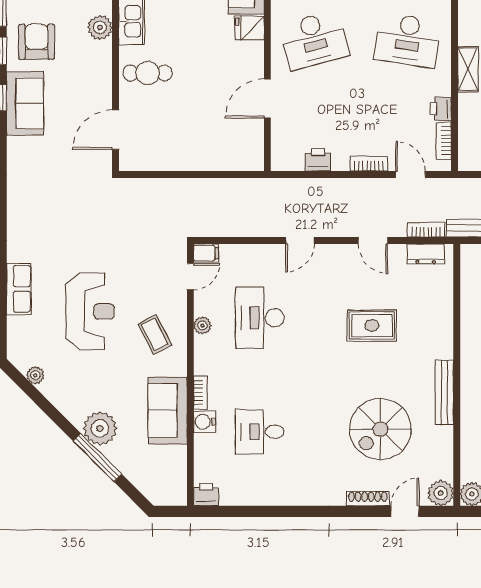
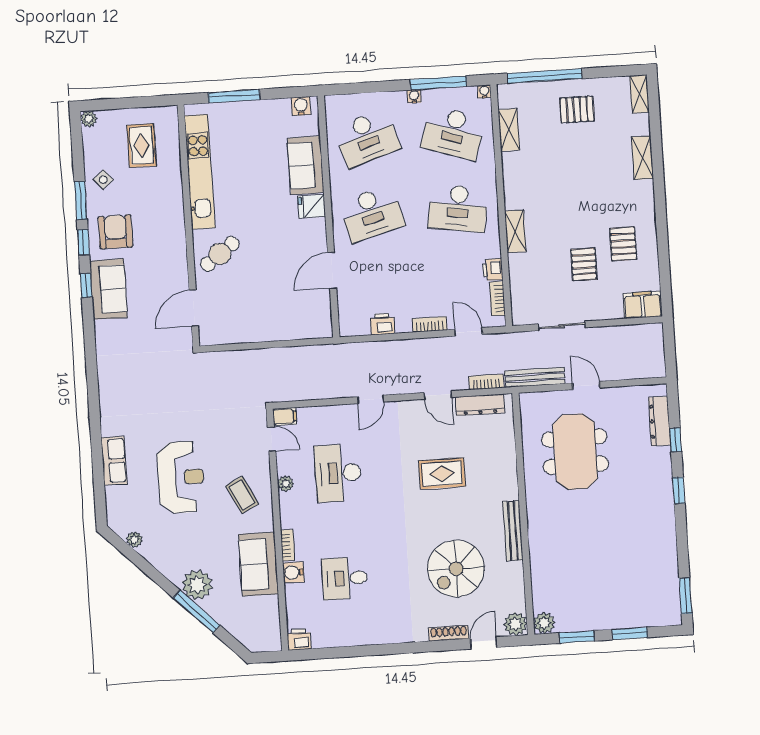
plant: (100, 27) -> (173, 215), removed
cafe table: (148, 73) -> (220, 254), turned -37
dresser: (426, 254) -> (480, 405), width x1.44
door: (190, 277) -> (272, 439), hinge flipped

